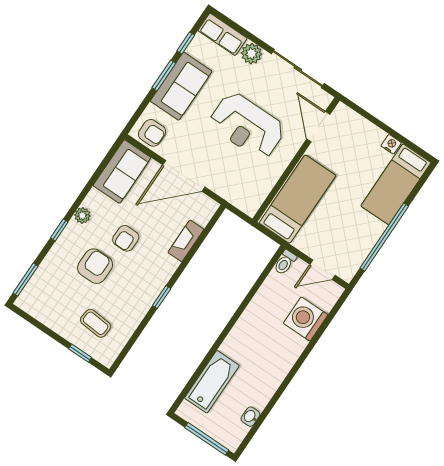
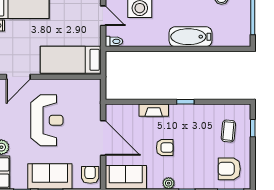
fireplace: (186, 241) -> (154, 110), moved
armchair: (95, 266) -> (229, 169), moved
bathtub: (212, 382) -> (191, 37), moved

